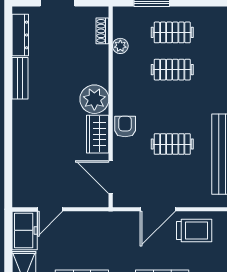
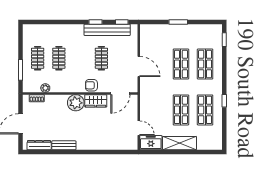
trolley: (194, 231) -> (151, 46), removed

